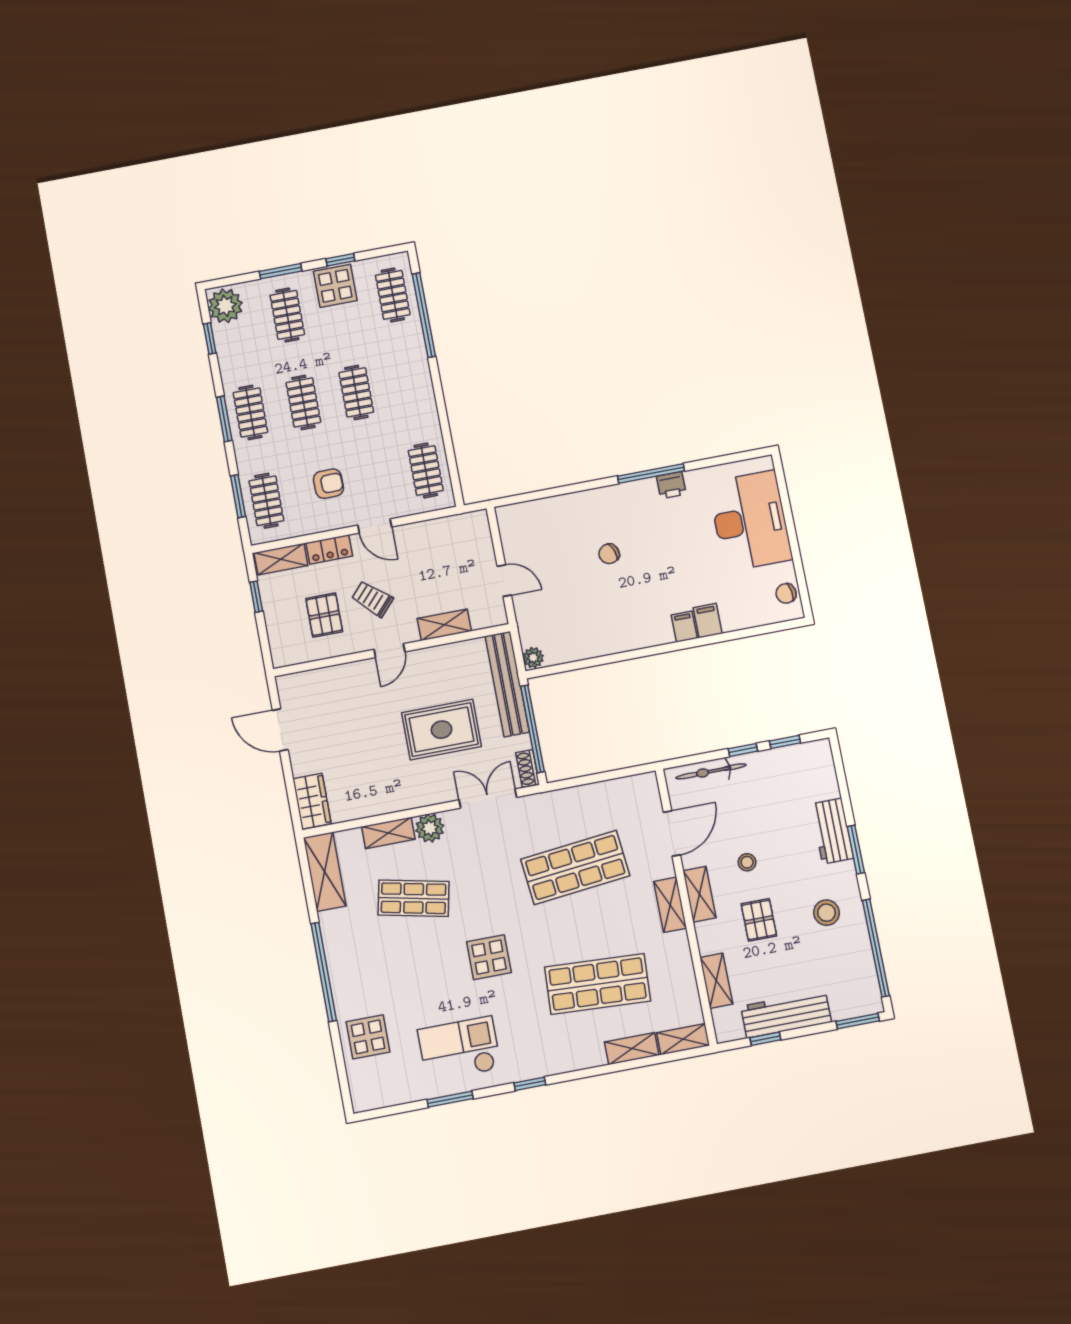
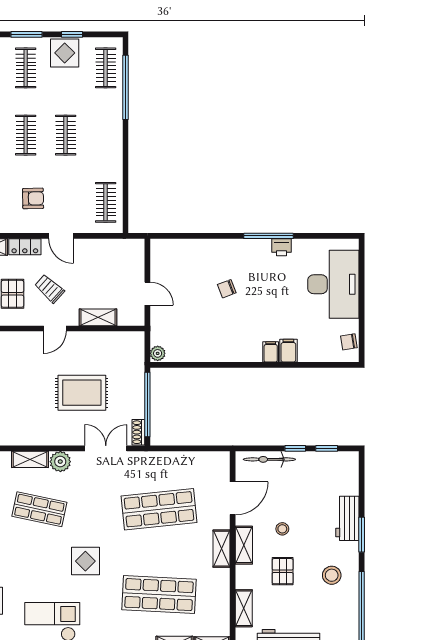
bench: (507, 684) -> (135, 369), removed

